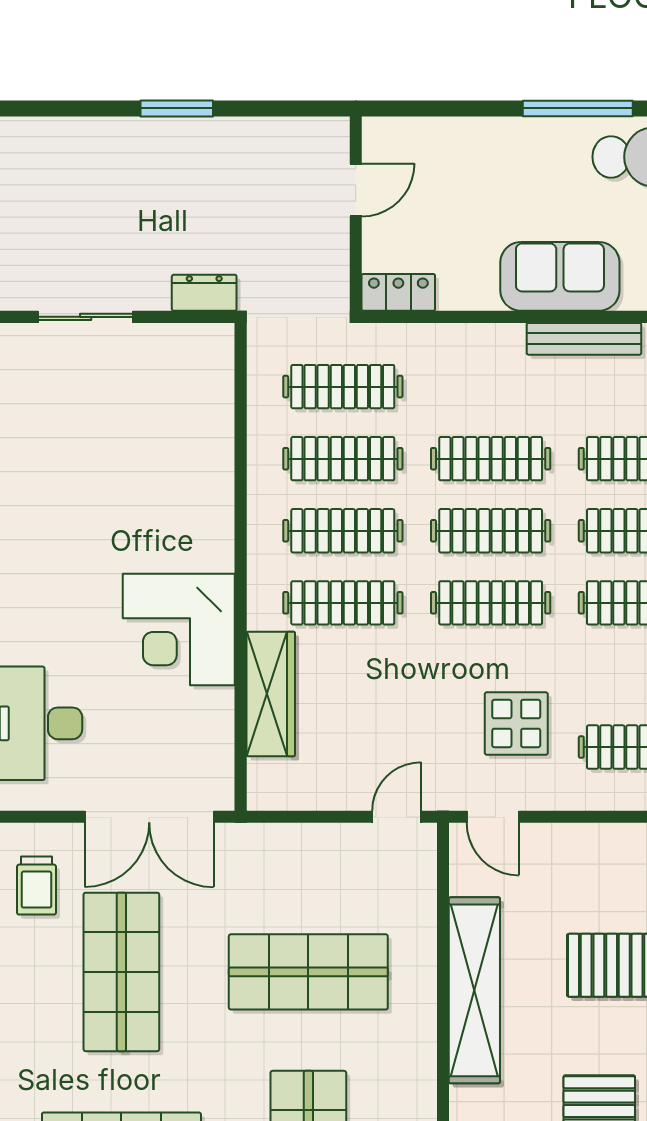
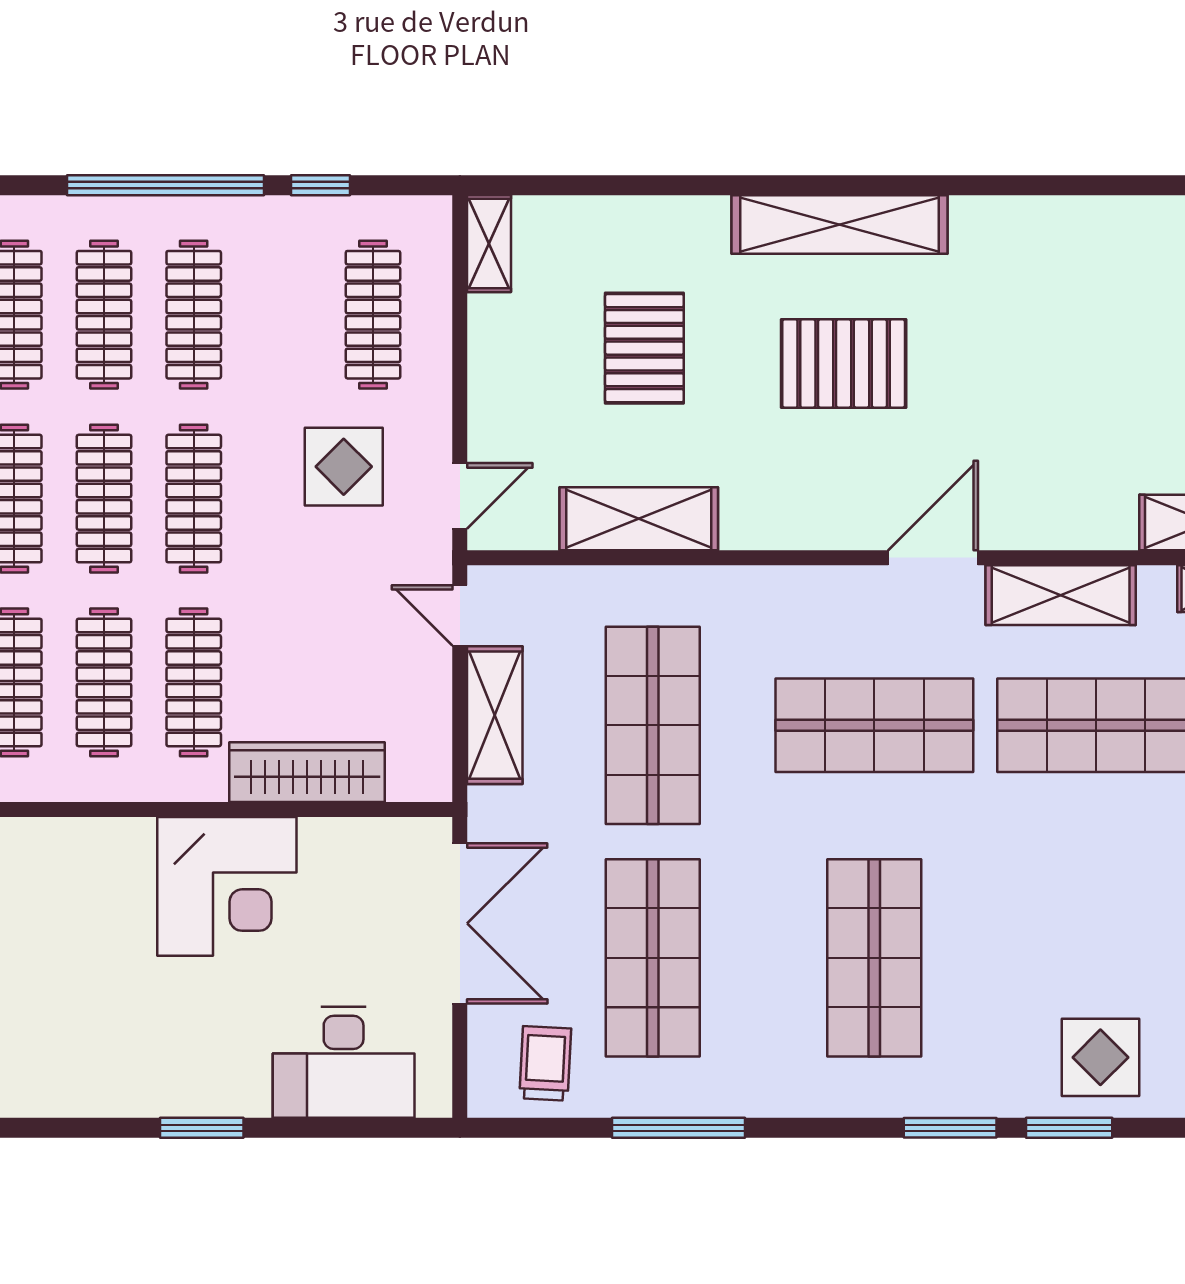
shelving: (317, 845) -> (495, 715), added
trolley: (37, 885) -> (545, 1063), turned -87
shop shelf: (121, 972) -> (653, 958), turned 90
shelving: (474, 990) -> (639, 519), width x0.68

